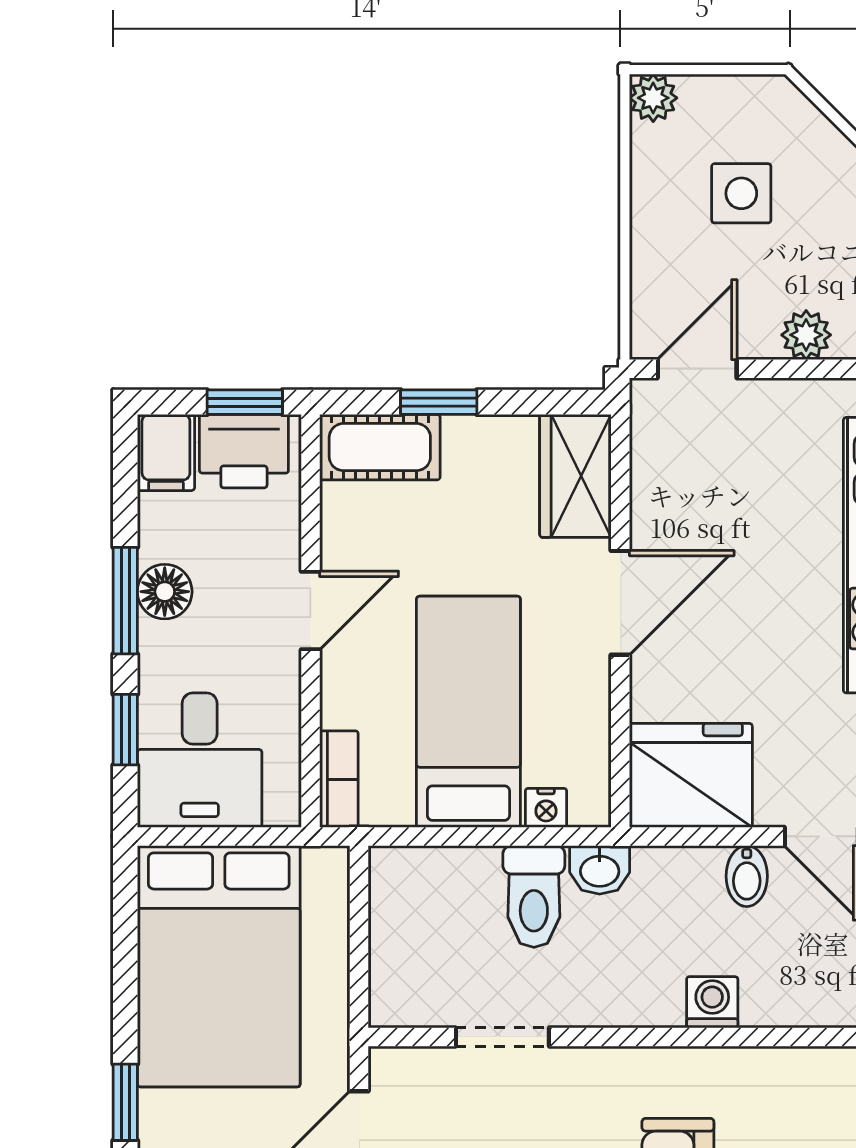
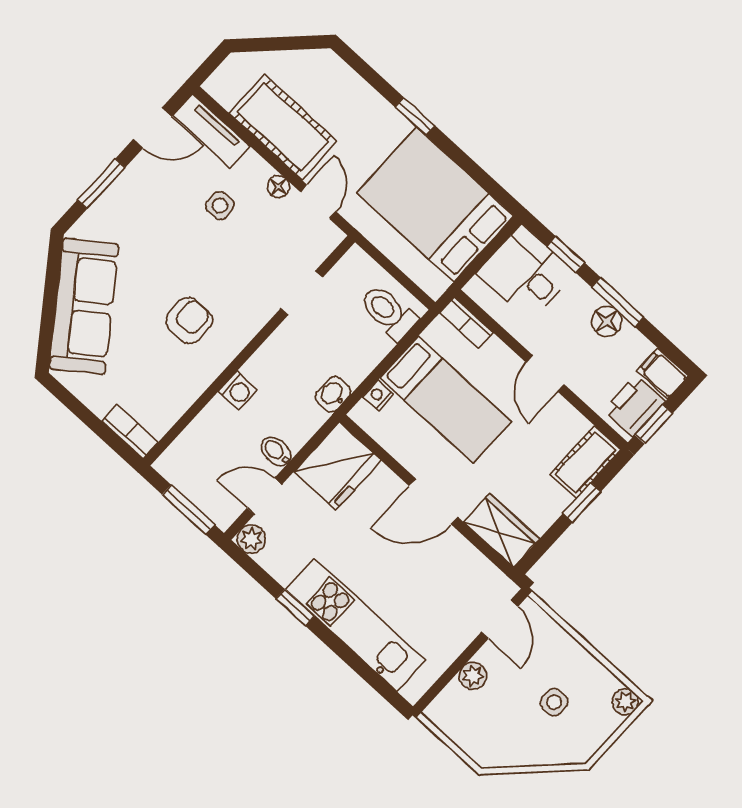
side table: (741, 193) -> (554, 702), width x0.73, depth x0.73
door: (620, 603) -> (433, 502), hinge flipped
toilet: (534, 897) -> (388, 312), moved

